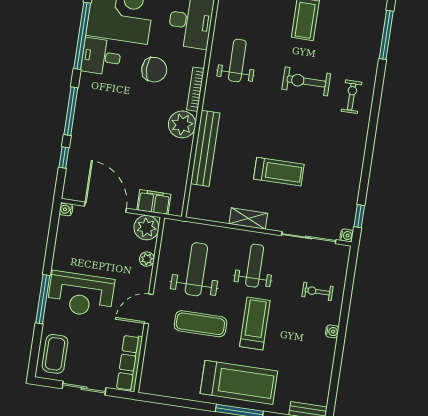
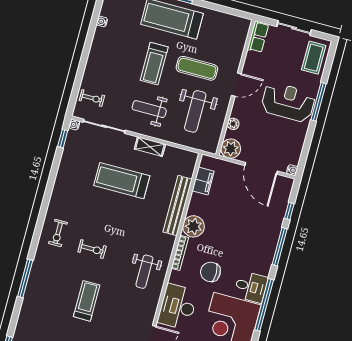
exercise bike: (306, 81) -> (92, 249), width x0.73, depth x0.72
treadmill: (279, 172) -> (122, 181), width x1.37, depth x1.38
filing cabinet: (154, 202) -> (203, 181), moved, turned -90
weight bench: (255, 266) -> (149, 109), turned 90
exercise bike: (317, 291) -> (92, 98), moved
water cooler: (332, 331) -> (102, 22), moved
row of seats: (130, 363) -> (258, 37), width x0.68

